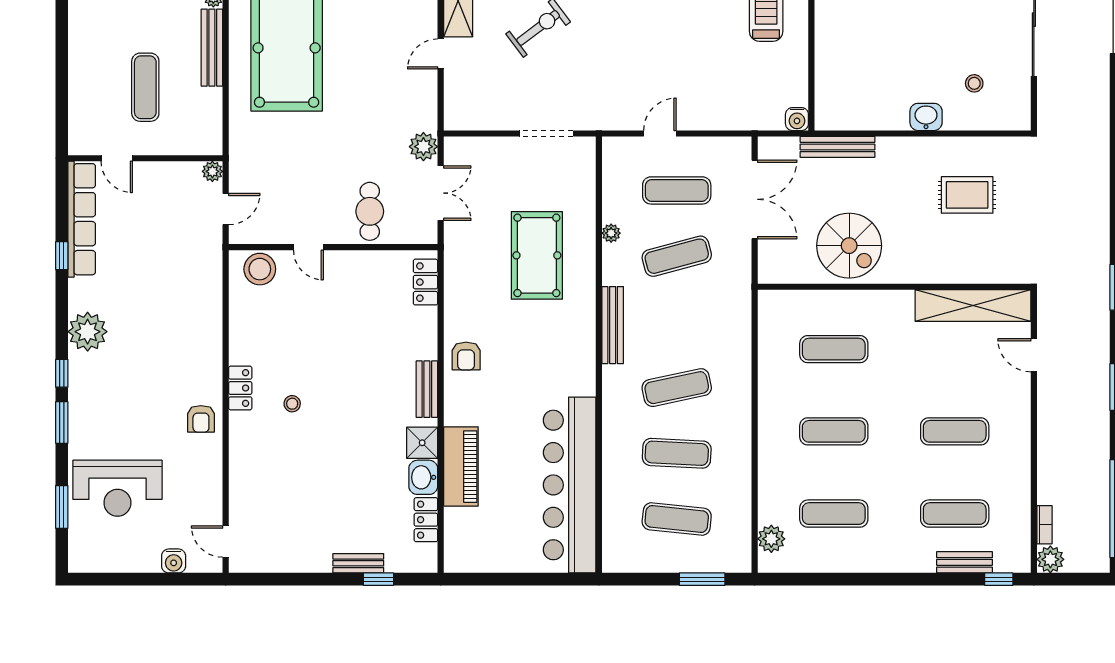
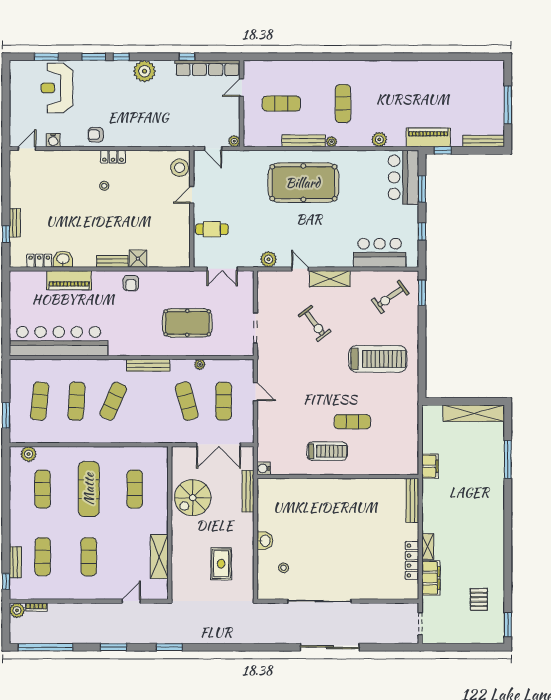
plant: (423, 147) -> (269, 259), moved
locker: (425, 282) -> (172, 260), removed
shelving: (973, 306) -> (159, 557), width x0.68
armchair: (466, 356) -> (131, 283), turned -90
exercise mat: (677, 388) -> (113, 401), turned 36
exercise mat: (834, 431) -> (89, 489), width x1.36, depth x1.45
shower: (422, 443) -> (138, 259), moved
water cooler: (174, 561) -> (53, 140), moved, turned -90

